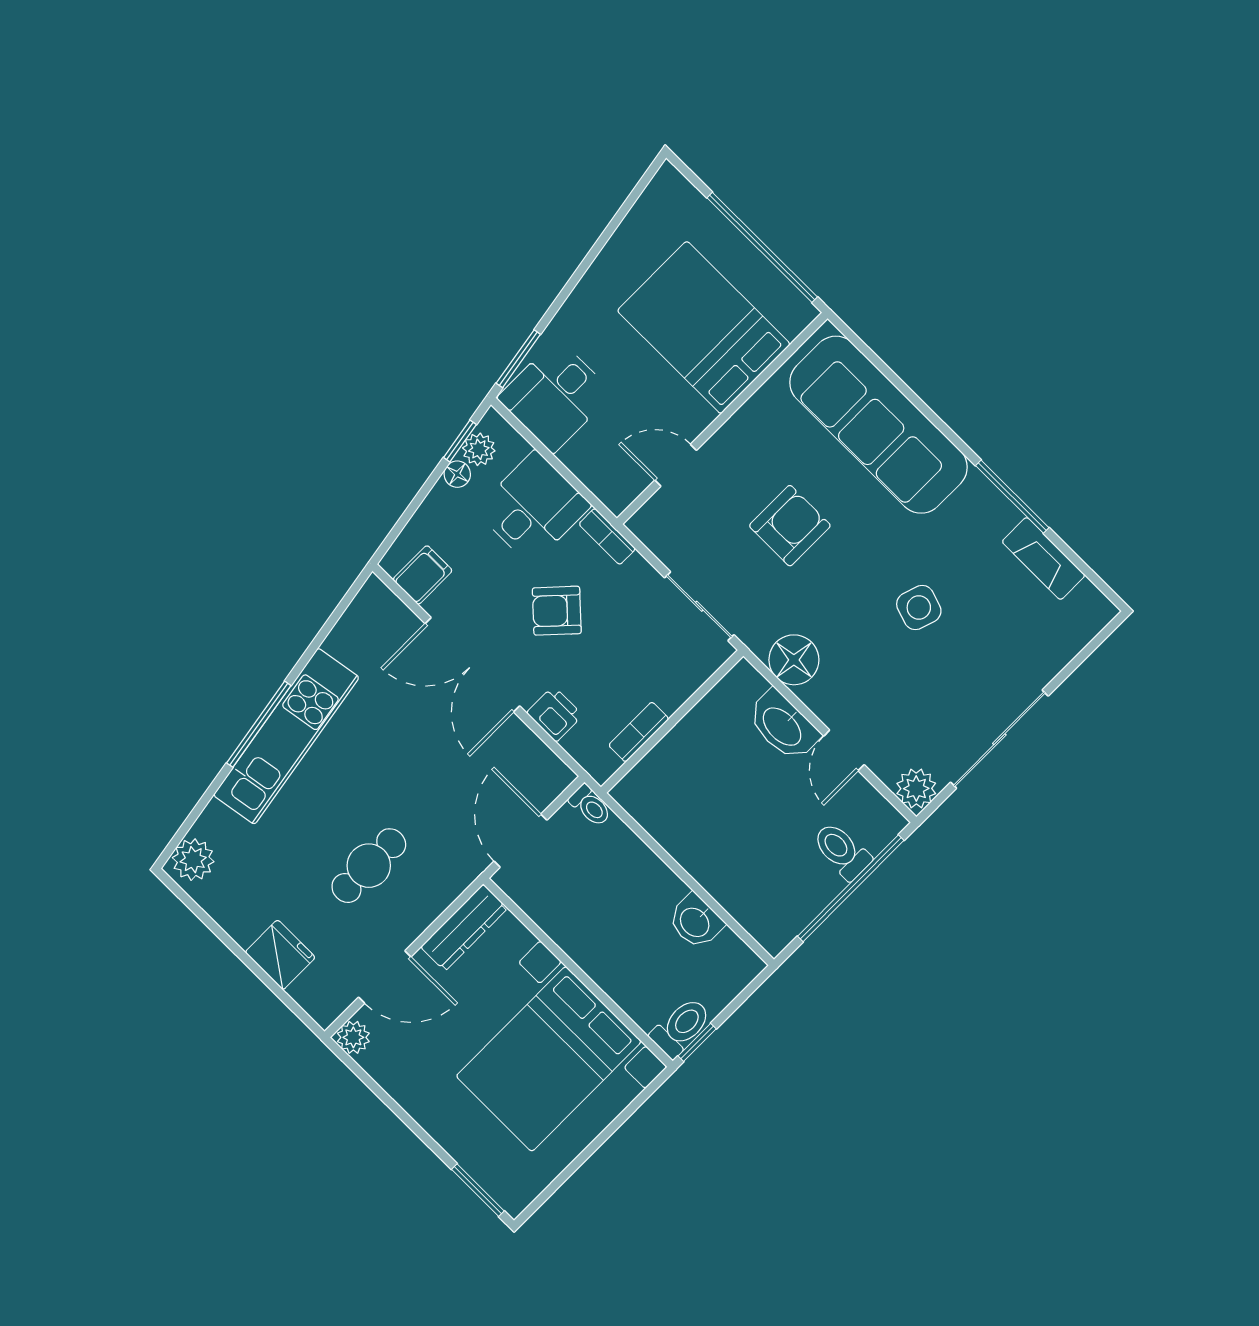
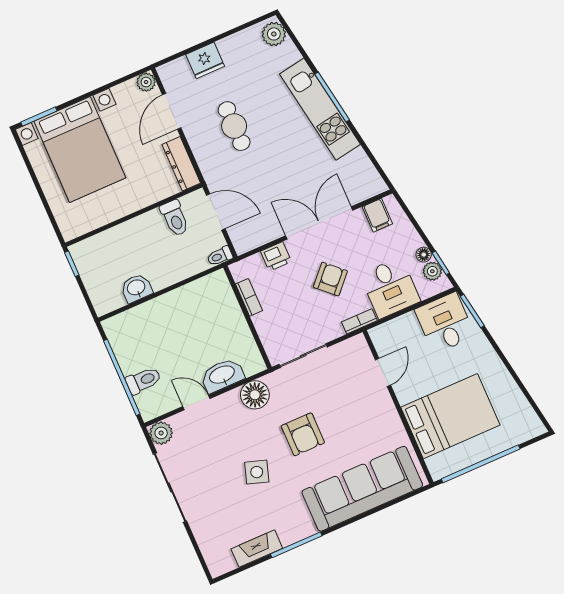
armchair: (790, 526) -> (303, 434), moved
toilet: (681, 1027) -> (175, 218), moved
bed with nightstands: (549, 1059) -> (80, 149), moved, turned 180

